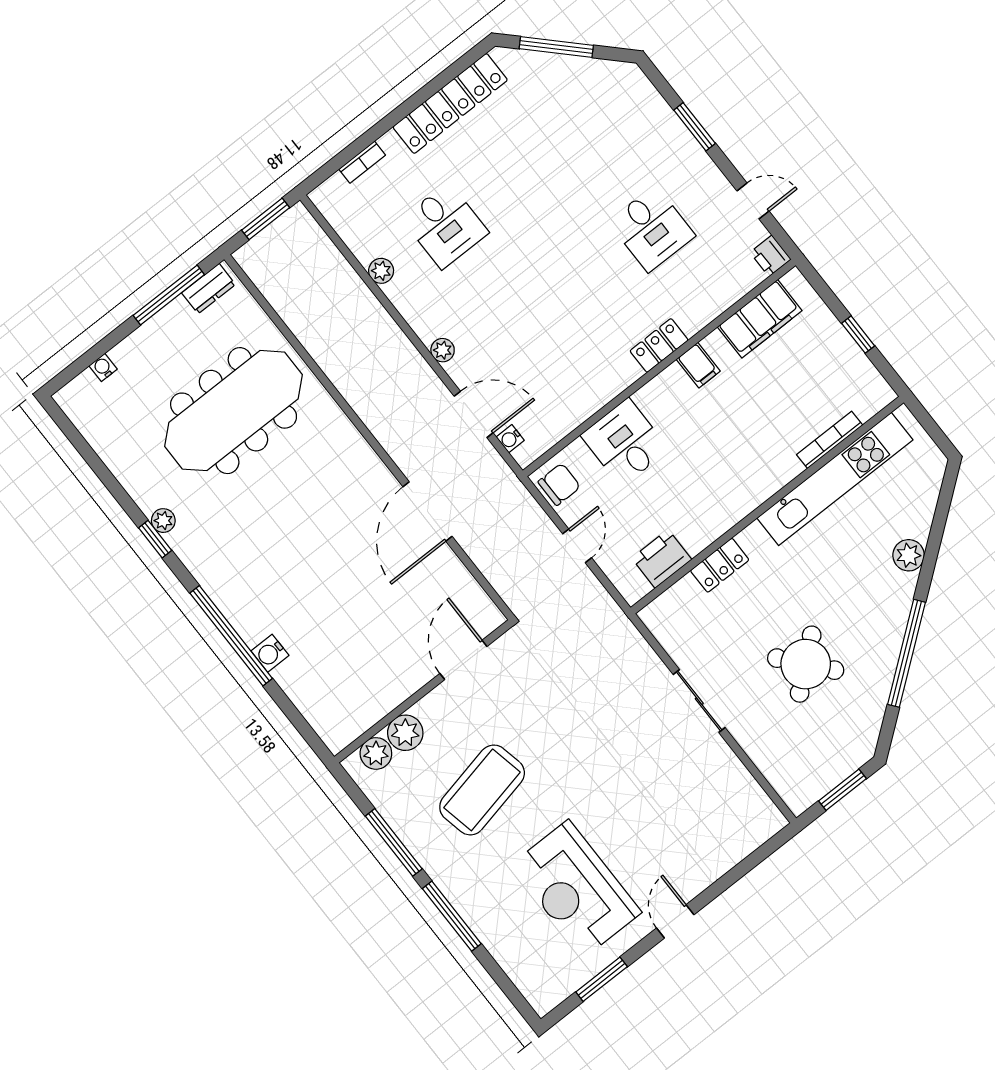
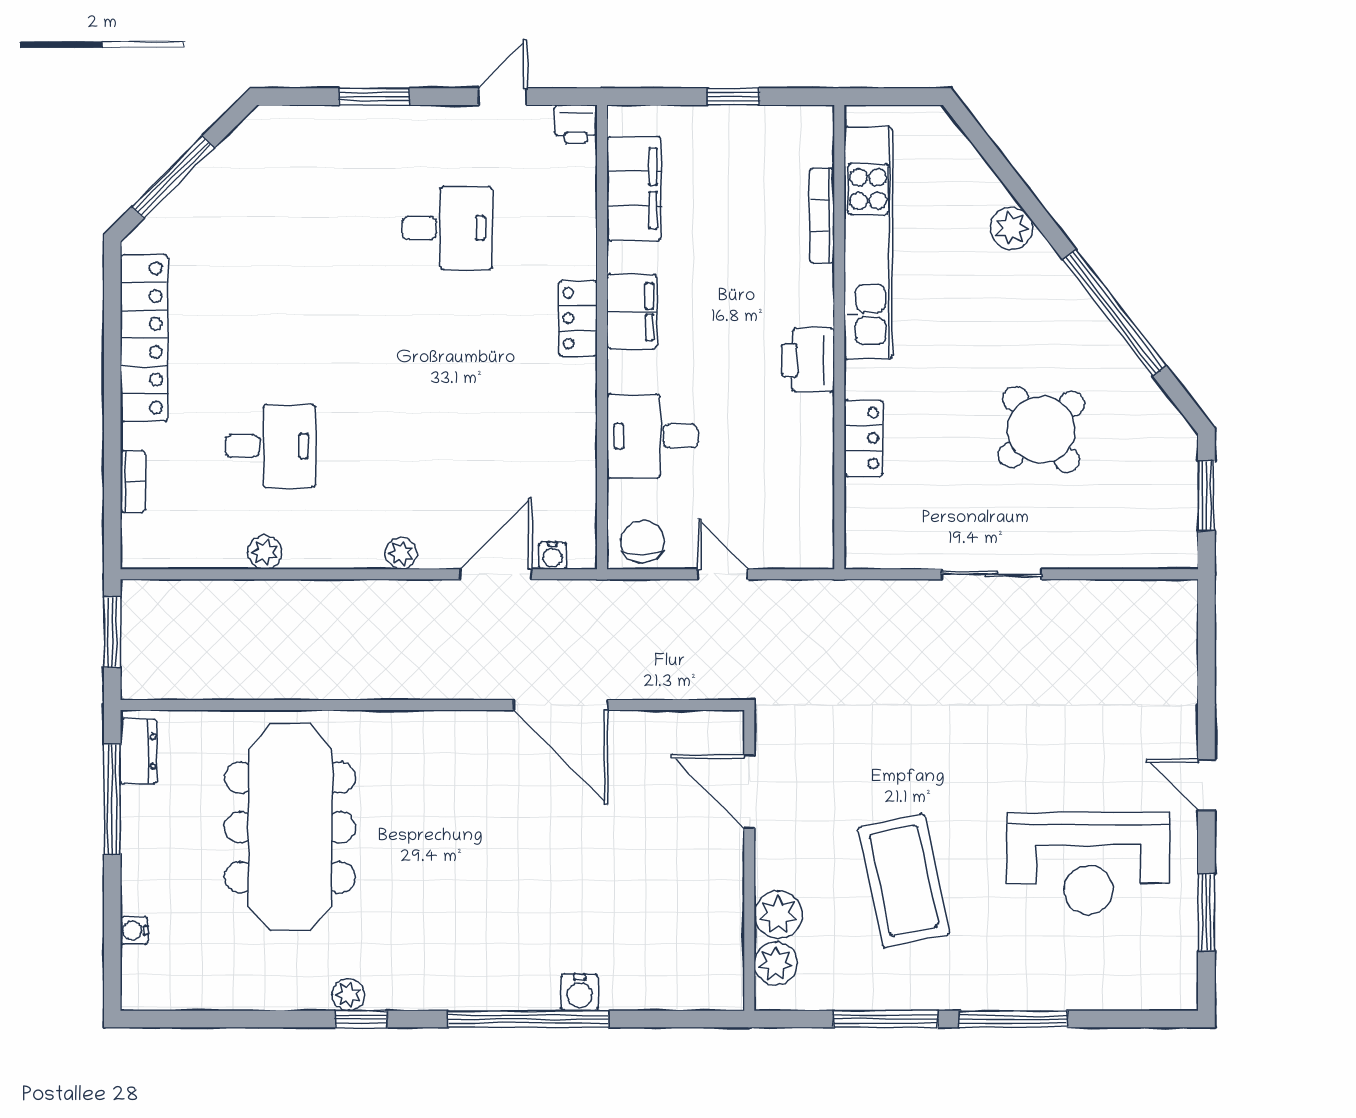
filing cabinet: (698, 365) -> (632, 312), width x2.00
printer: (662, 559) -> (808, 360), moved

